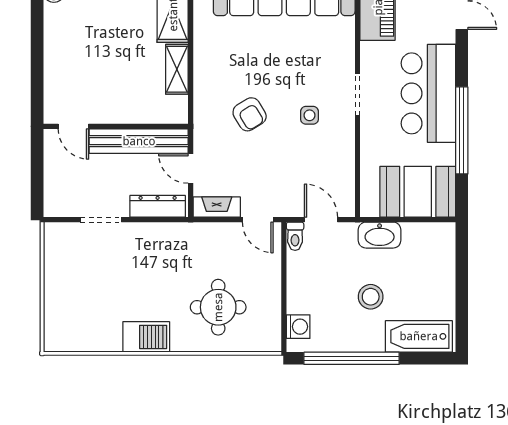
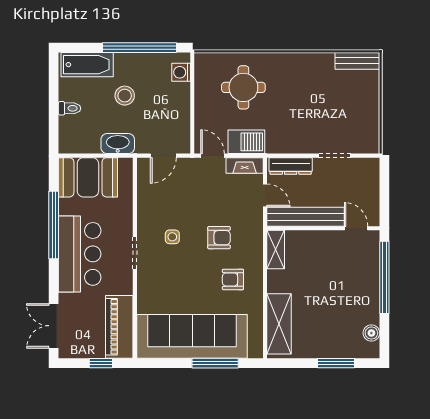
armchair: (232, 61) -> (233, 279), added
window: (37, 63) -> (384, 277), added
shelving: (177, 69) -> (276, 250), moved
armchair: (250, 114) -> (219, 238), turned 121
door: (321, 220) -> (163, 156), hinge flipped
toilet: (295, 236) -> (69, 108), moved, turned 90
barbecue: (146, 337) -> (246, 142), moved, turned 180
bench: (72, 341) -> (357, 61), added

